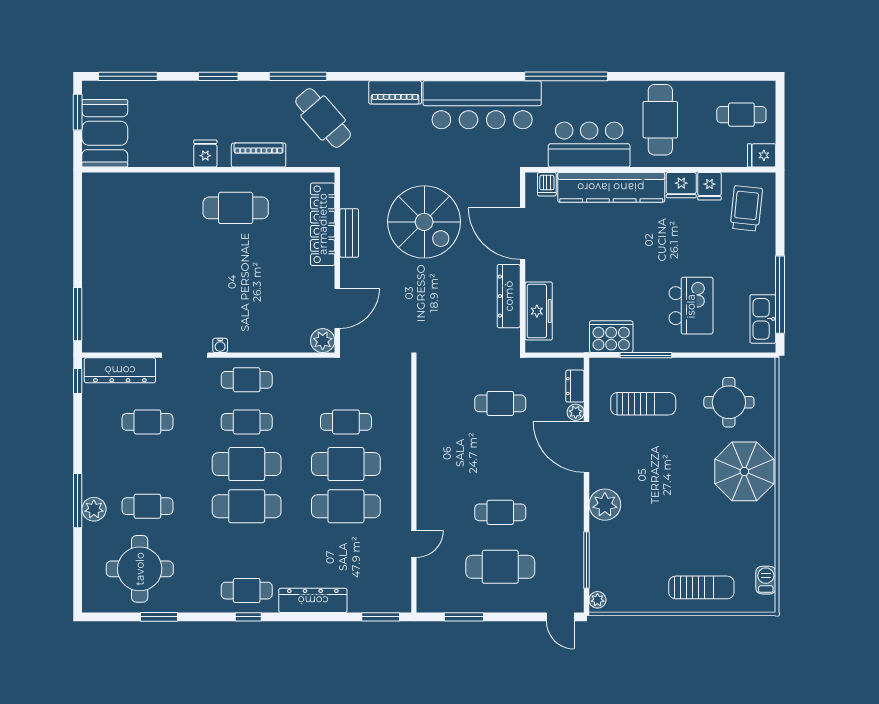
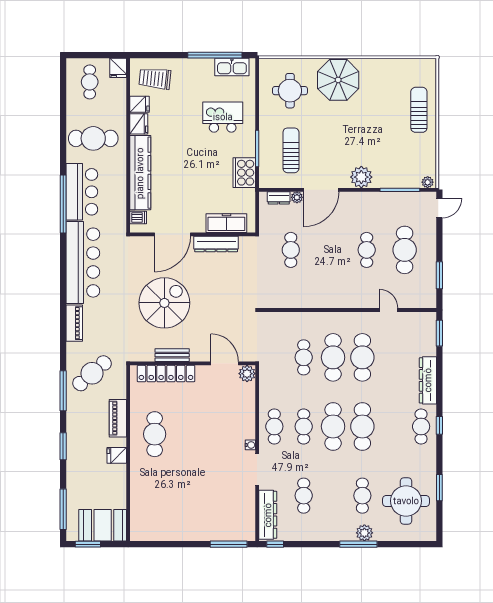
bar counter: (589, 145) -> (82, 192), moved, turned 180
barbecue: (766, 580) -> (414, 65), removed

